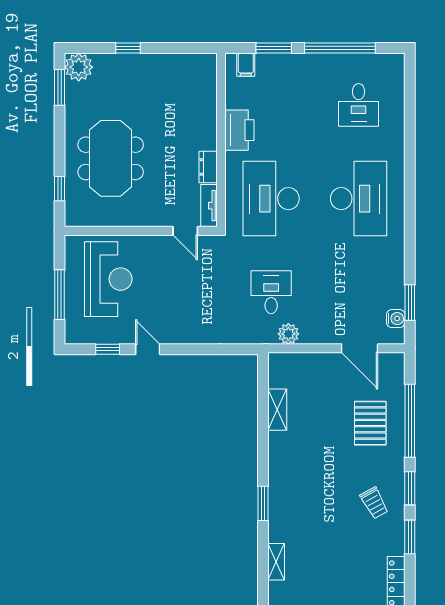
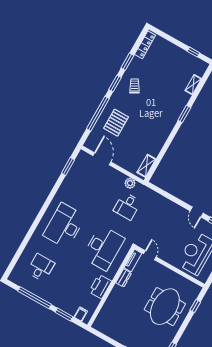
water cooler: (396, 319) -> (78, 163), removed
shelving: (277, 410) -> (146, 166), moved

